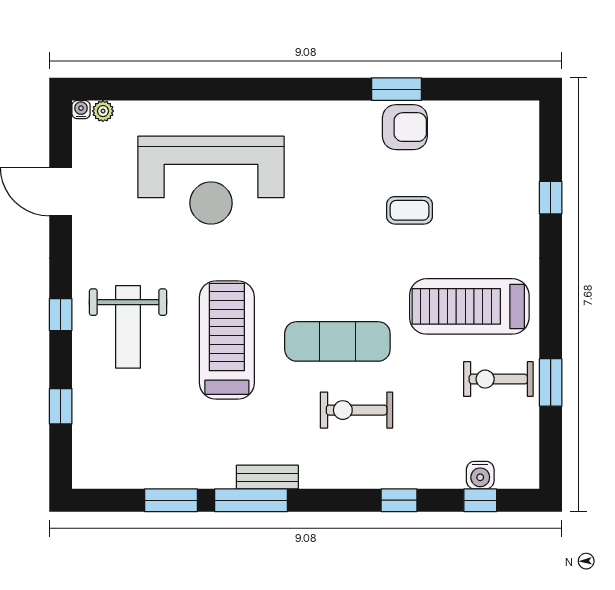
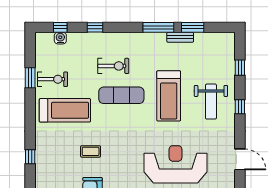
weight bench: (128, 327) -> (211, 102), turned 180
bench: (267, 477) -> (180, 37), moved

